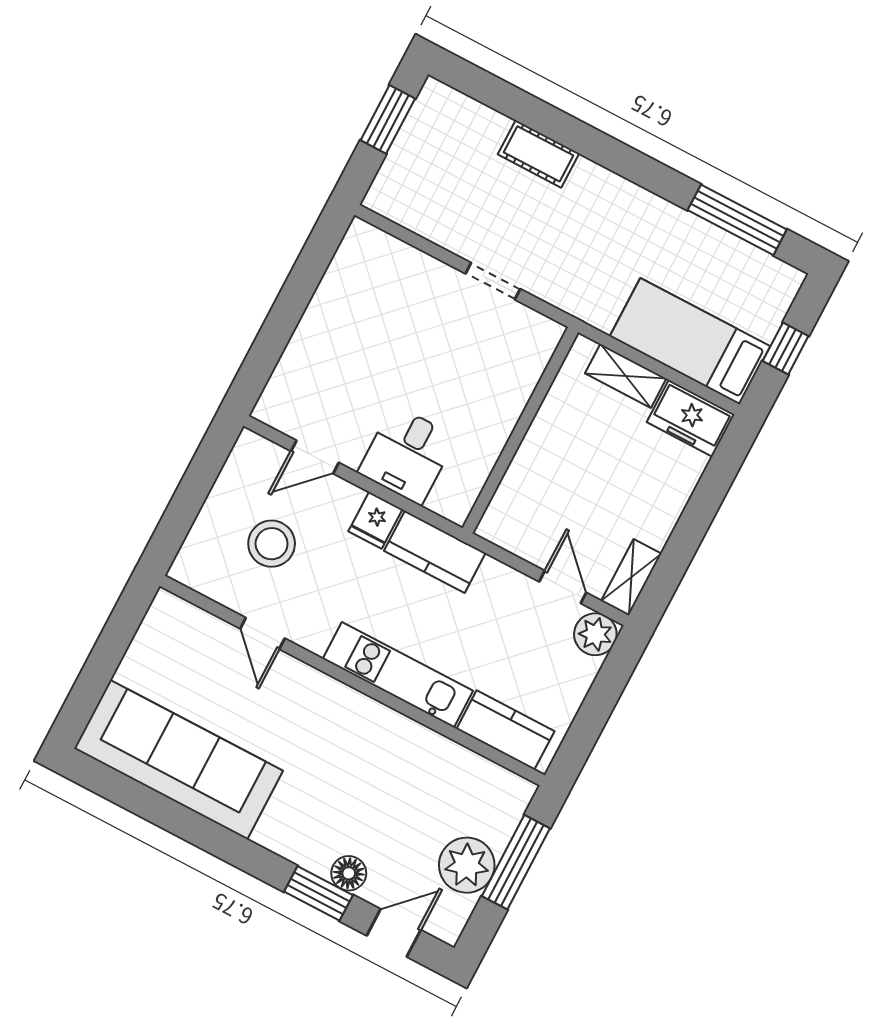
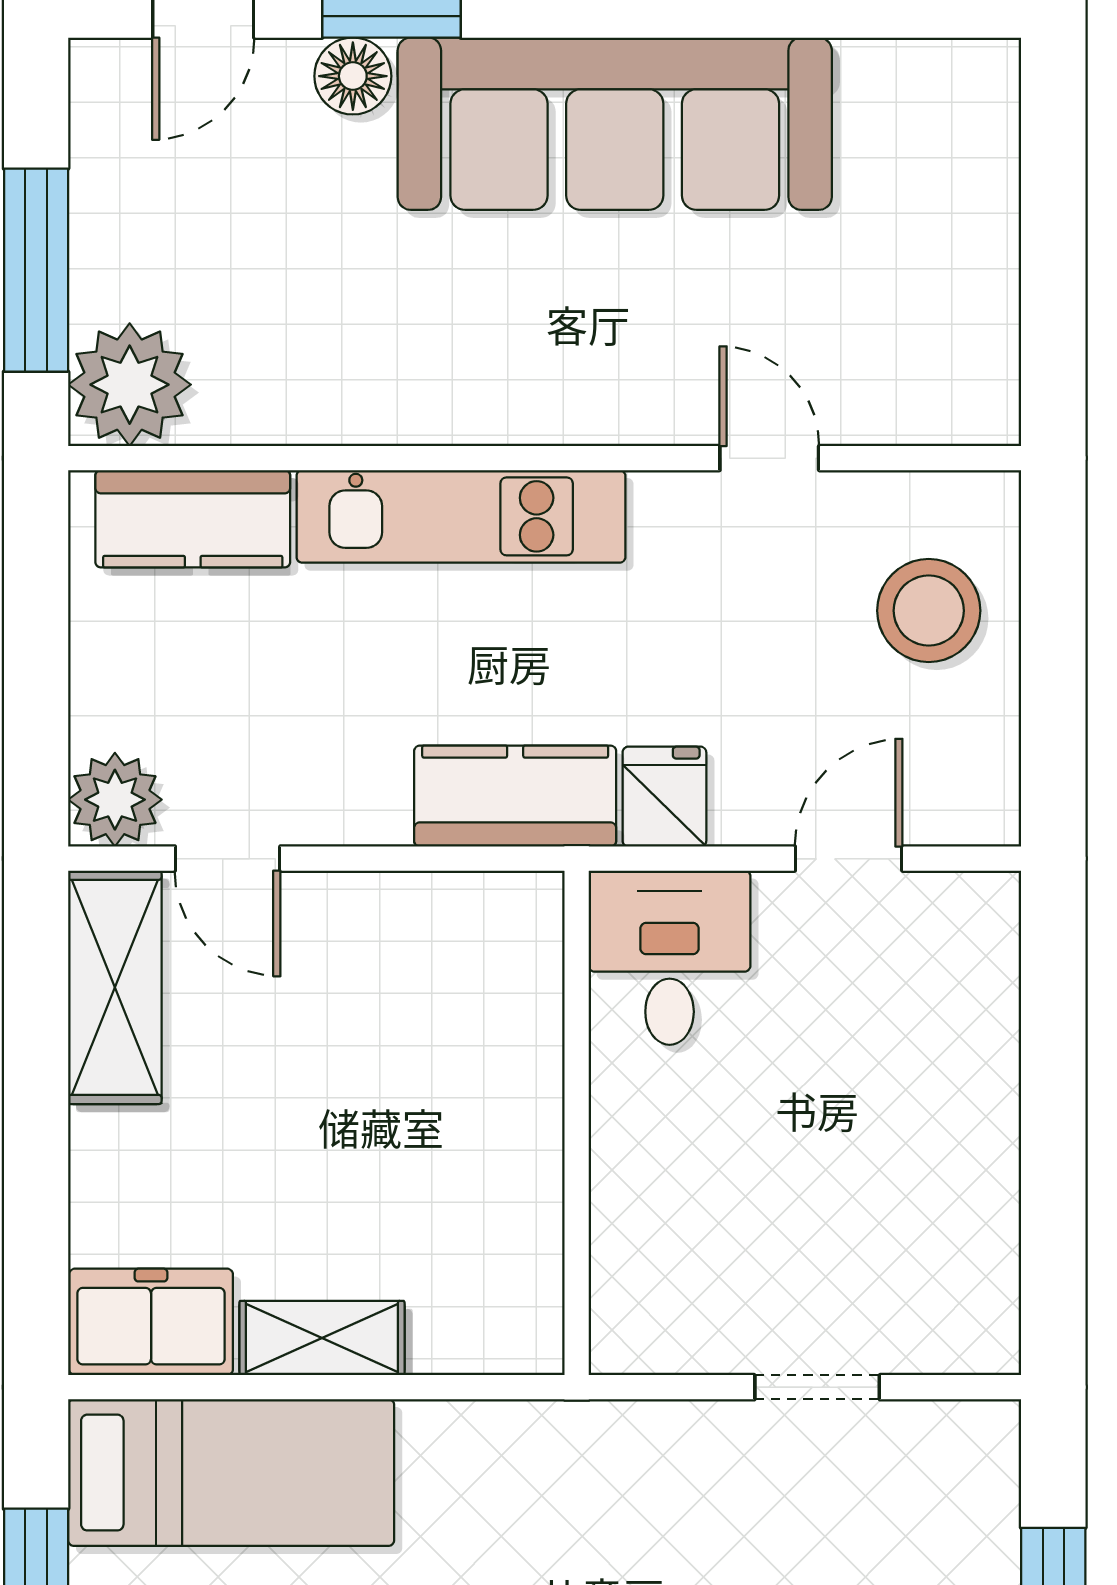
doorway: (493, 281) -> (817, 1387), moved
wall: (520, 430) -> (577, 1123), moved
stool: (272, 544) -> (929, 611), moved
shelving: (631, 577) -> (115, 987), width x1.50, depth x1.33
sofa: (179, 760) -> (615, 124), moved
plant: (467, 865) -> (130, 385), moved

